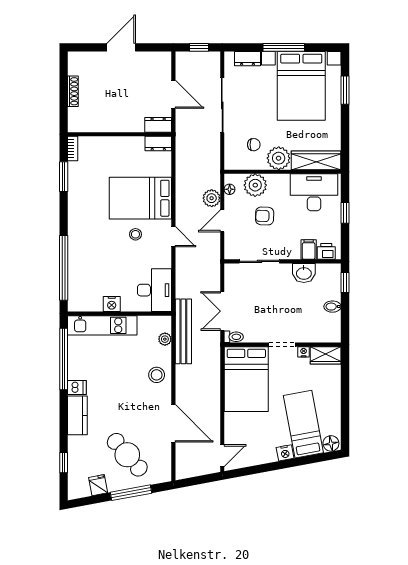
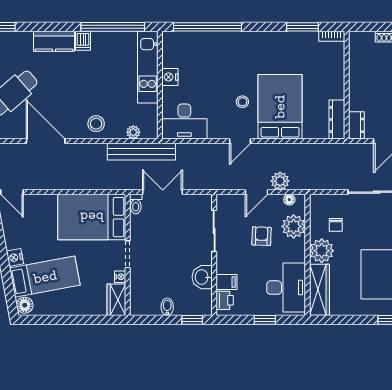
dresser: (158, 144) -> (337, 119), width x1.44
door: (222, 221) -> (256, 192), swing flipped
door: (173, 423) -> (46, 141), swing flipped

